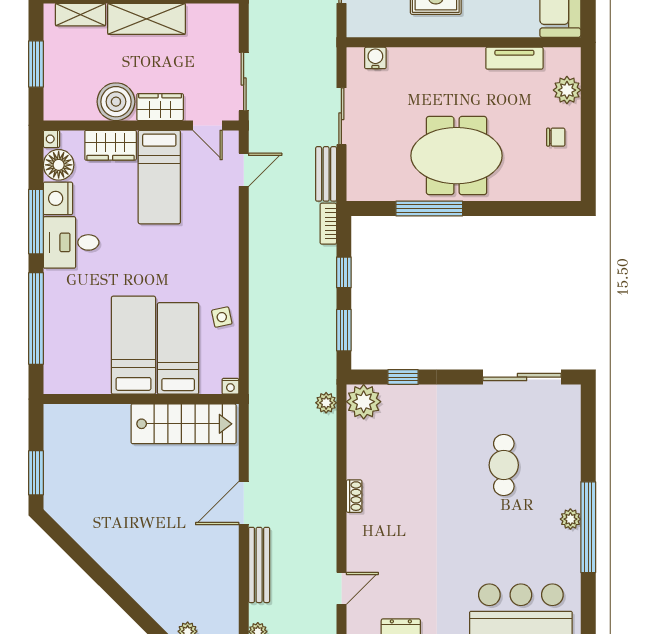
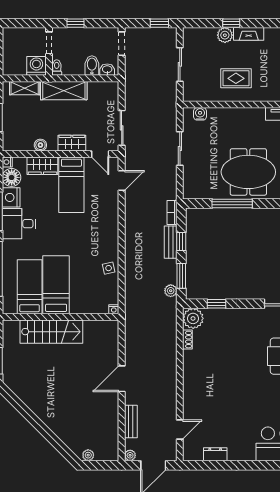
boiler: (116, 102) -> (40, 145), width x0.54, depth x0.54
bench: (326, 174) -> (171, 242), moved
bed: (178, 348) -> (30, 287), moved
plant: (326, 403) -> (171, 291), moved
stairs: (184, 424) -> (51, 332), moved
shoe rack: (354, 496) -> (187, 340), moved
bench: (259, 565) -> (131, 422), width x0.73

